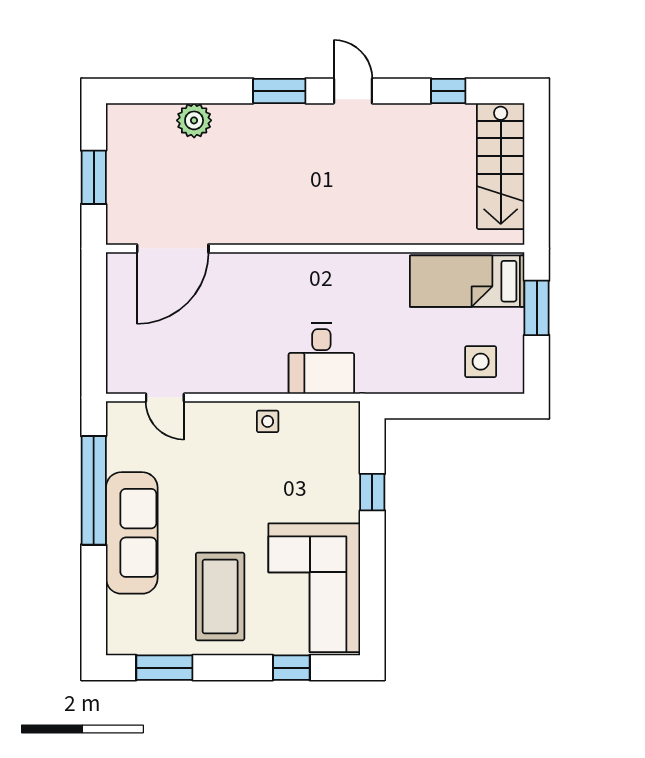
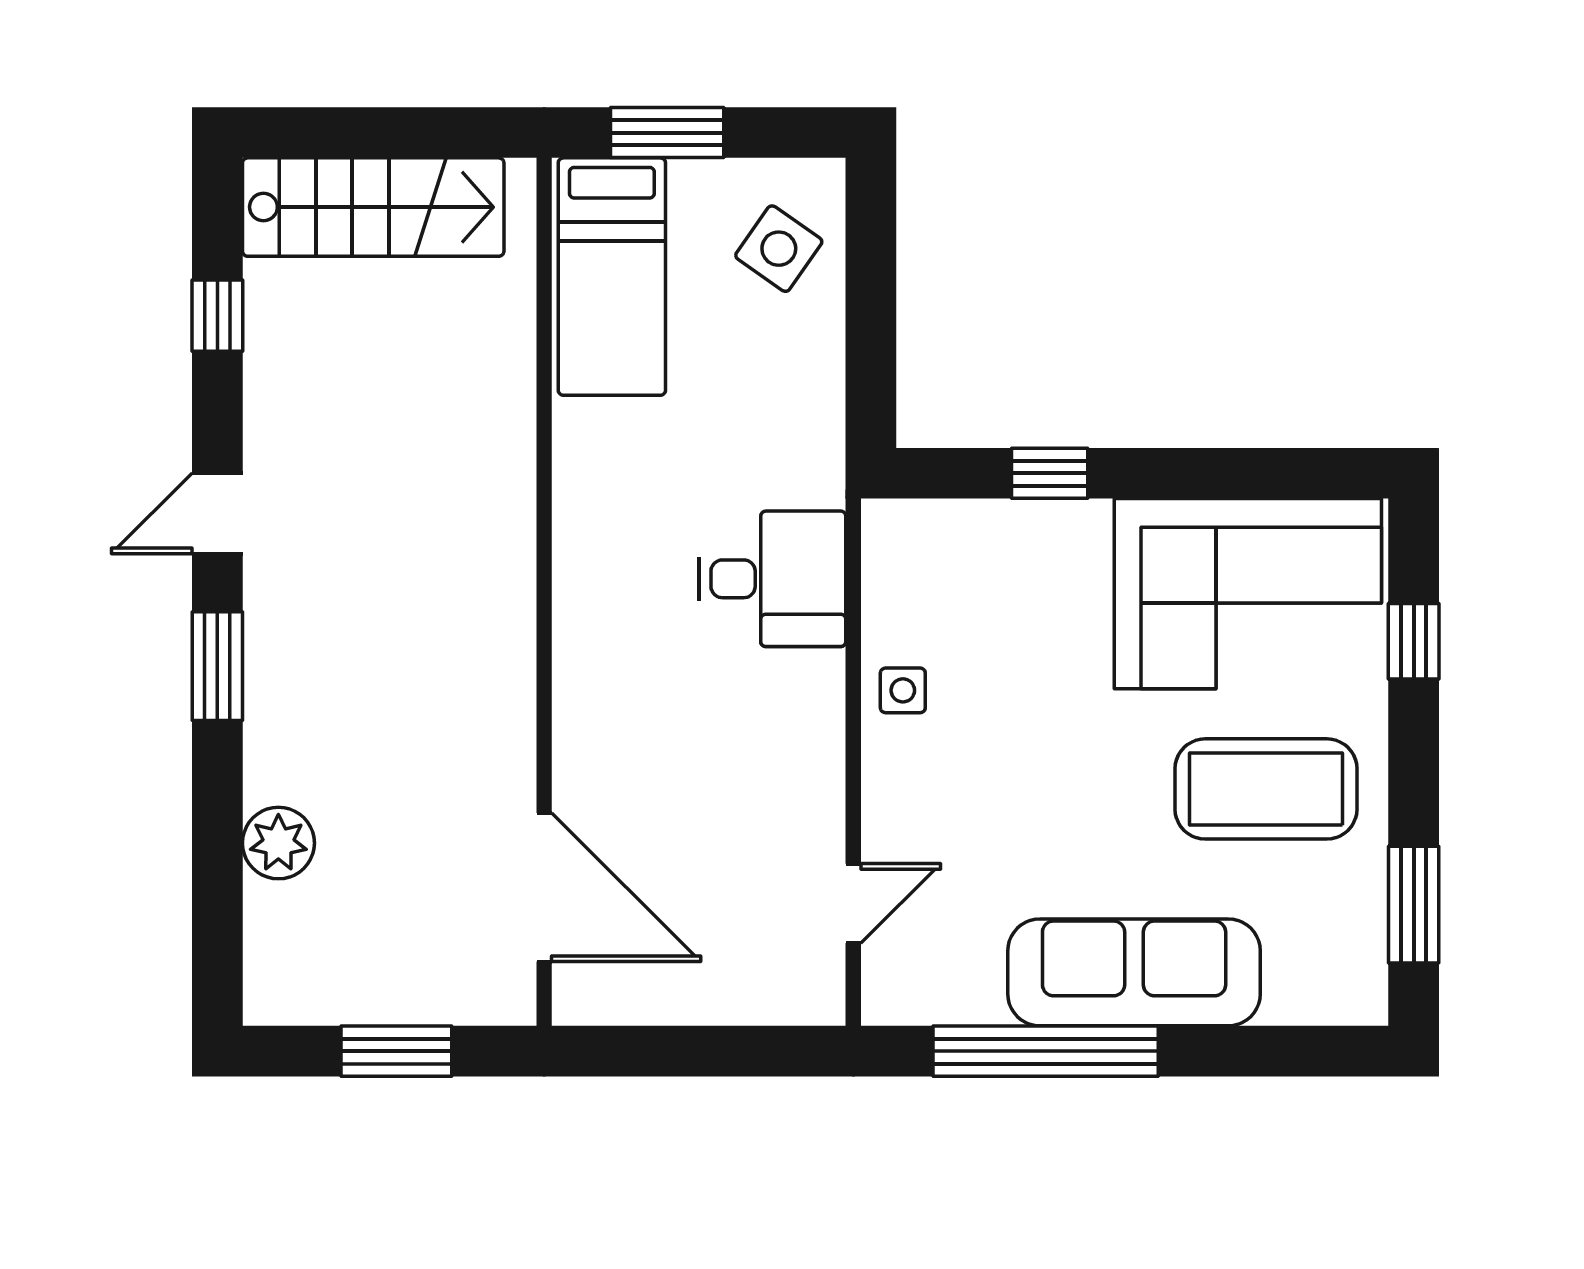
side table: (481, 362) -> (779, 249), turned 35

